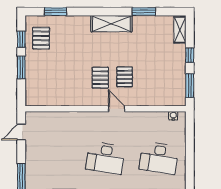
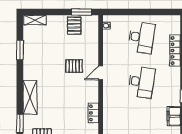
shelving: (111, 24) -> (30, 97), moved
window: (190, 55) -> (56, 12), removed
pallet: (100, 78) -> (74, 26), moved, turned 90
locker: (68, 100) -> (93, 113), added

